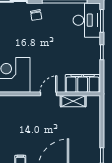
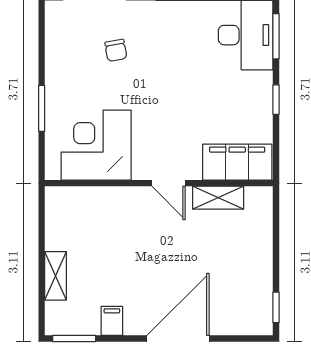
chair: (36, 15) -> (116, 50), moved
door: (48, 94) -> (168, 183), swing flipped

